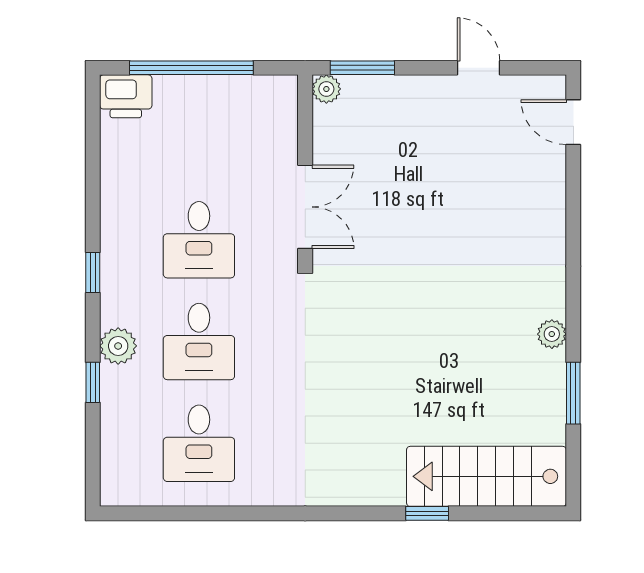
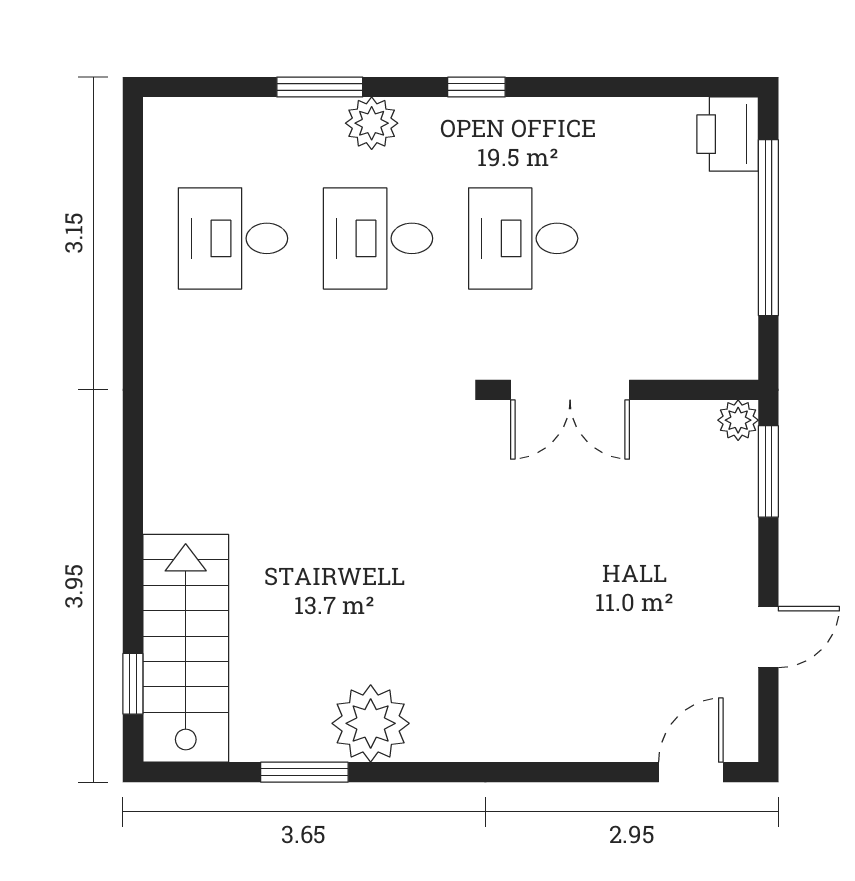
plant: (552, 334) -> (371, 723), width x1.88, depth x1.88
window: (93, 382) -> (320, 87), width x1.50
window: (427, 513) -> (133, 684), moved

